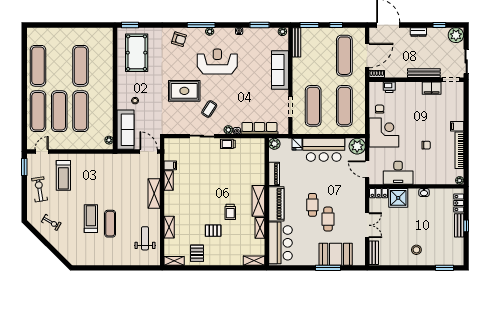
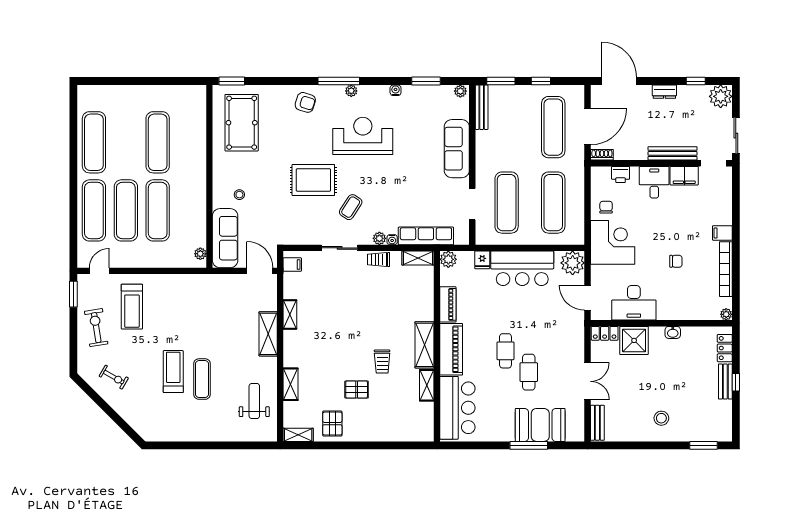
desk: (412, 92) -> (654, 182), added
filing cabinet: (170, 165) -> (292, 265), moved
shelving: (254, 261) -> (418, 258), moved

